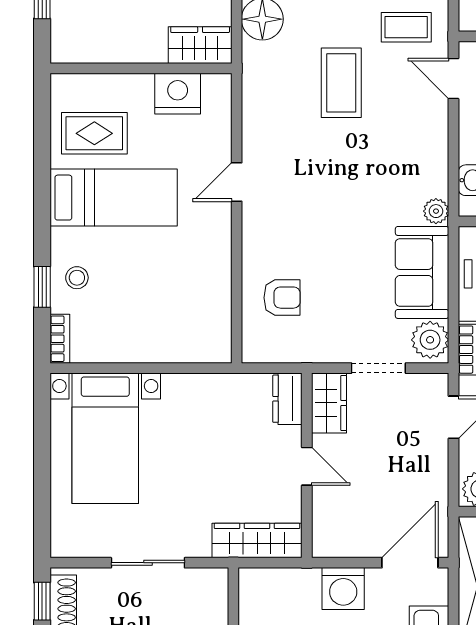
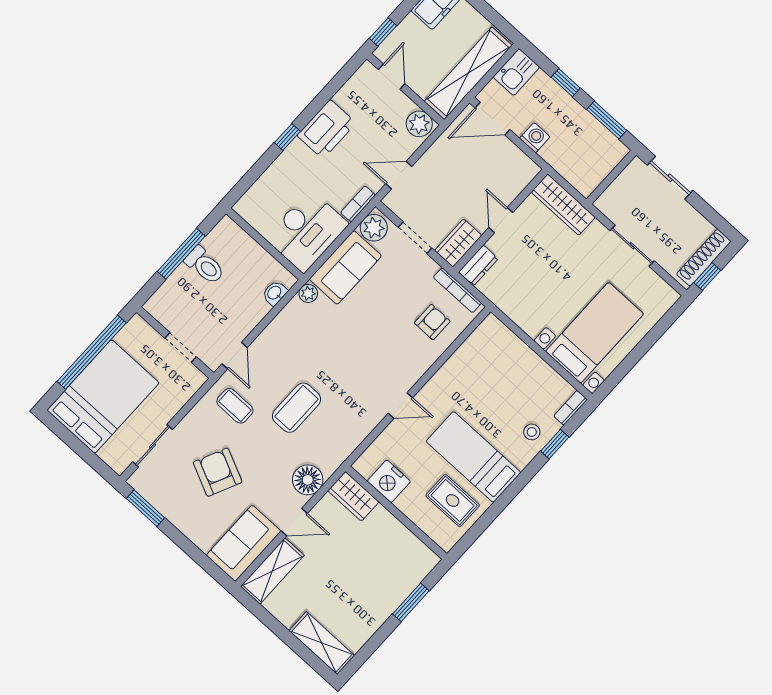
armchair: (282, 298) -> (432, 322), turned 90
bookcase: (286, 354) -> (457, 290), added
washing machine: (343, 588) -> (535, 138), width x0.73, depth x0.73

